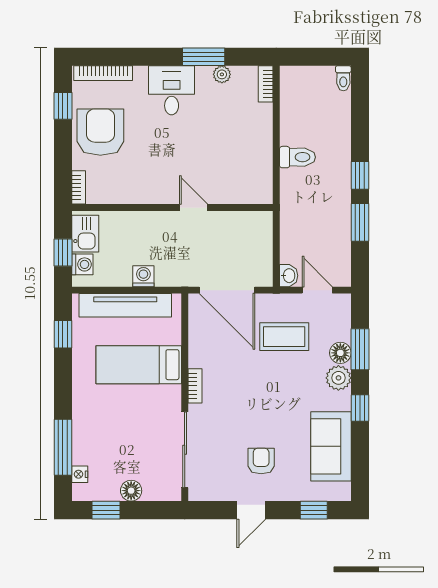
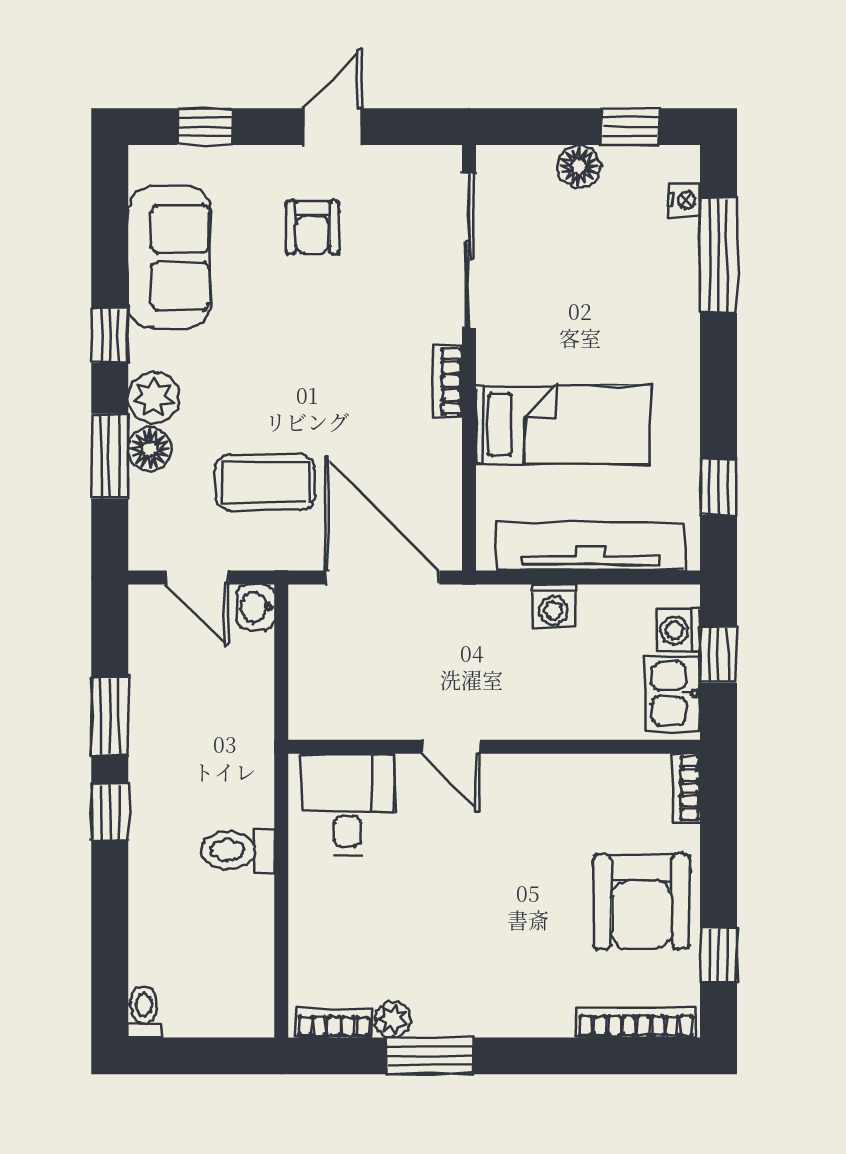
bookcase: (266, 84) -> (334, 1023), moved, turned -90
desk: (172, 90) -> (347, 804), moved, turned 180

